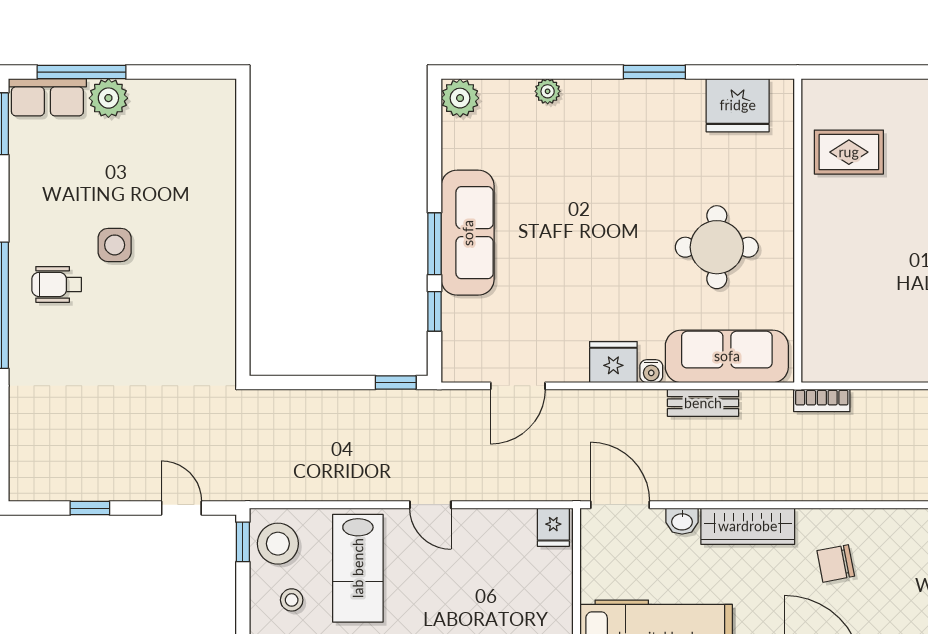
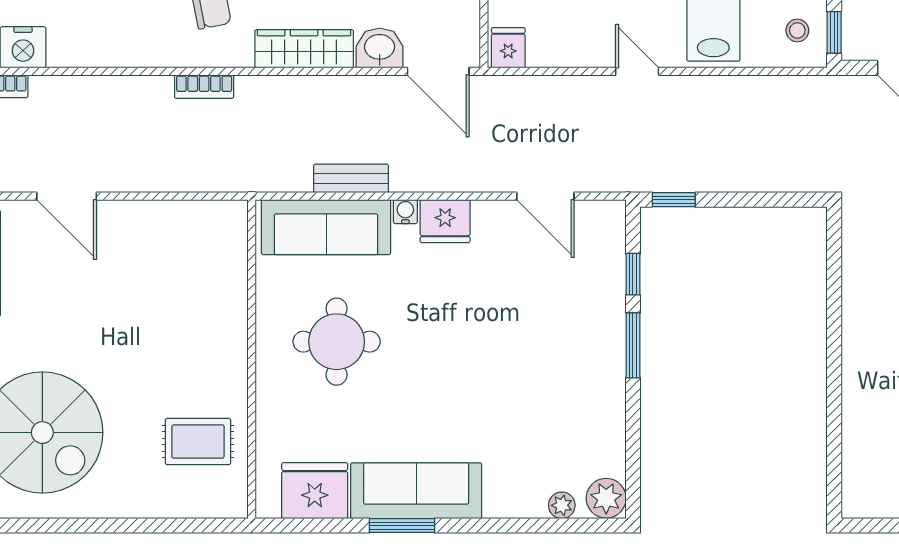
plant: (548, 91) -> (562, 505), moved
sofa: (468, 233) -> (416, 491), moved, turned 90
door: (518, 386) -> (545, 196), swing flipped
bookcase: (822, 400) -> (204, 87), moved, turned 180
washbasin: (682, 521) -> (380, 48), width x1.38, depth x1.45
stool: (278, 544) -> (797, 30), width x0.53, depth x0.53

